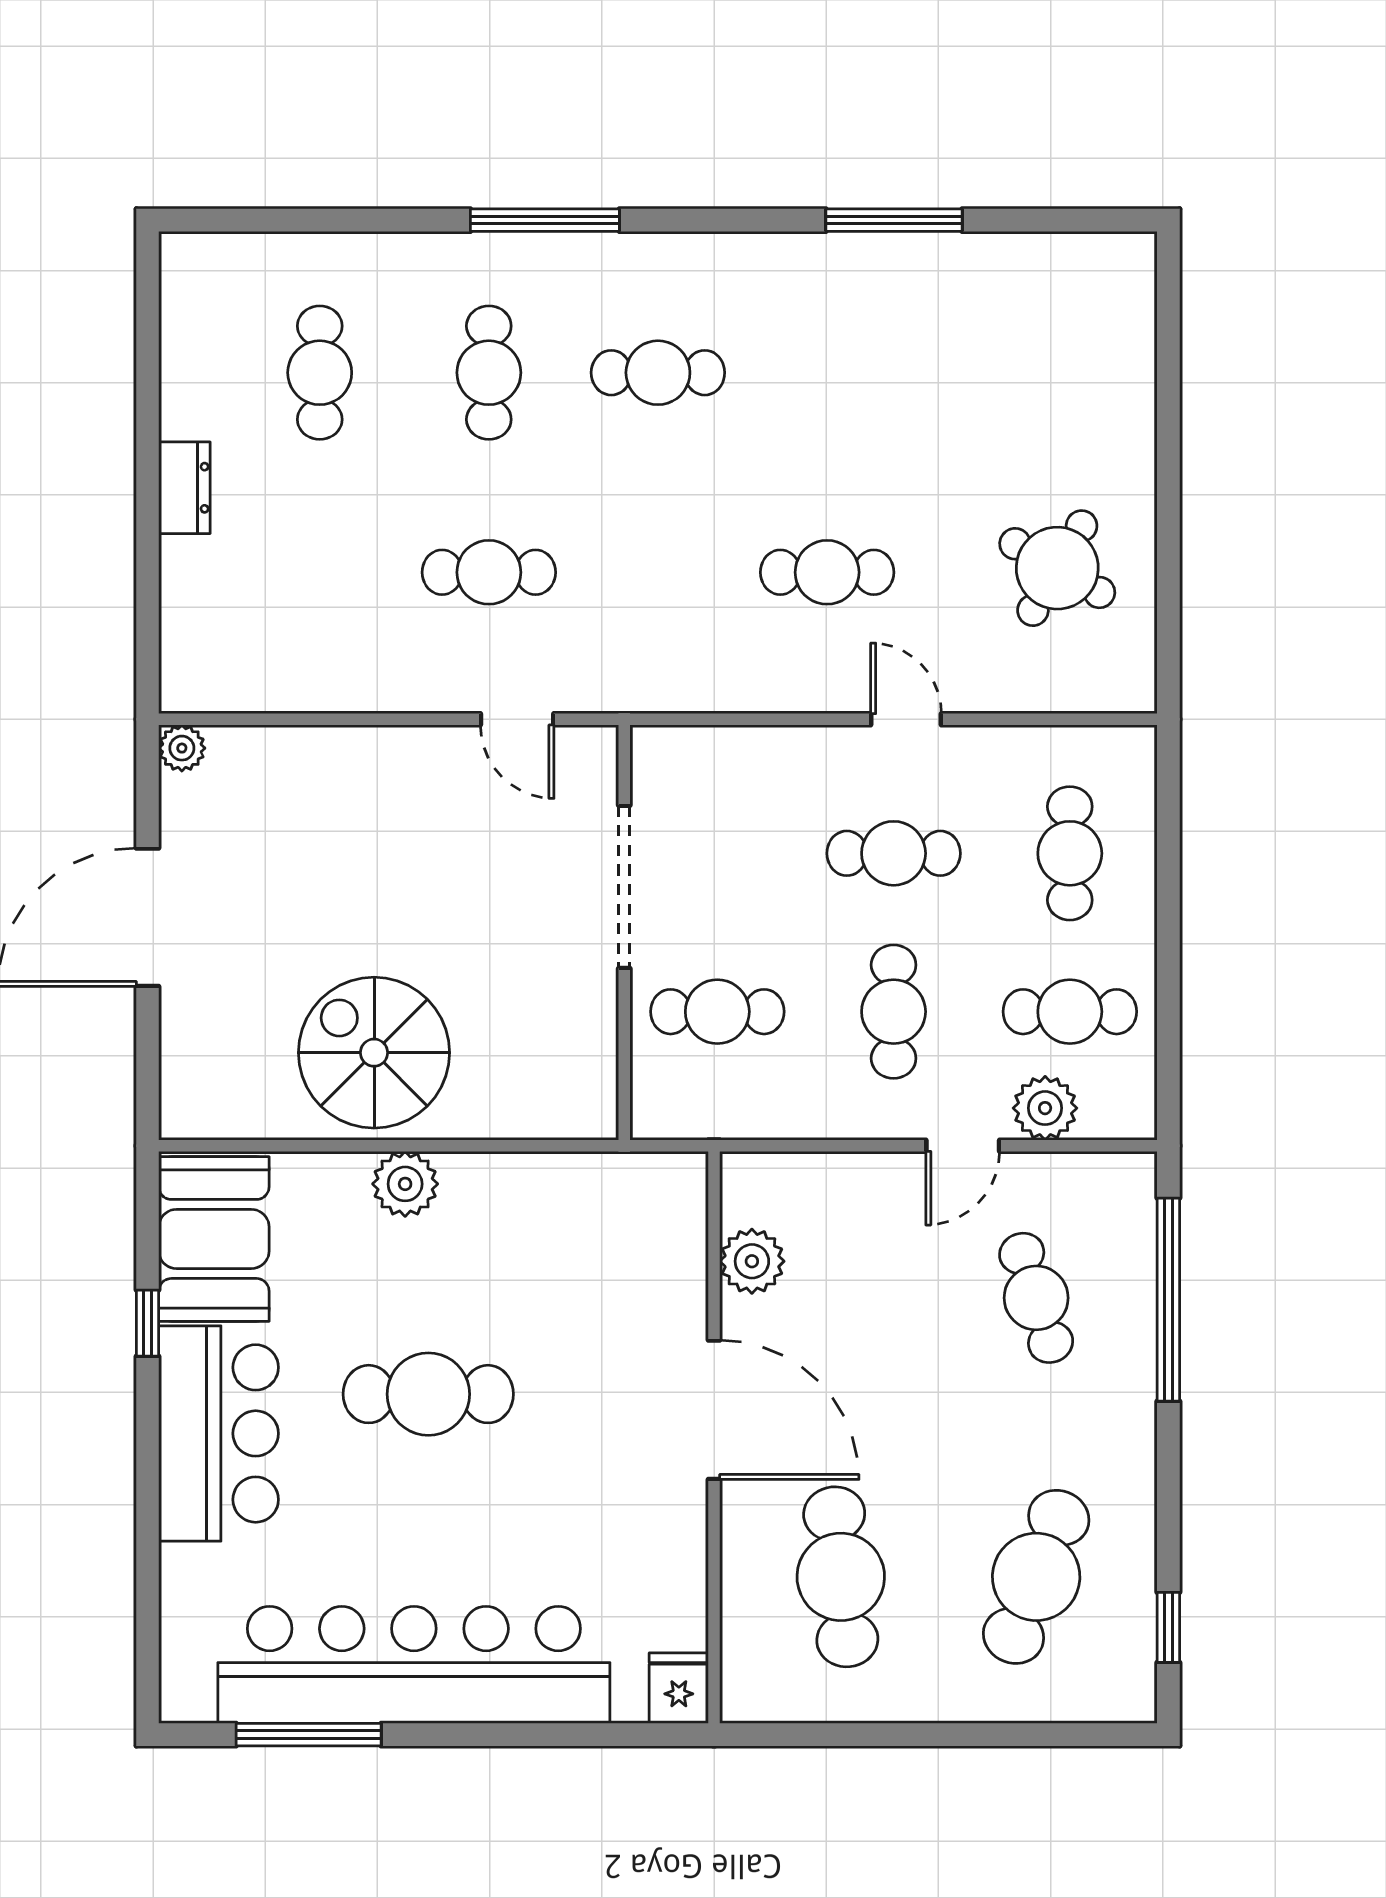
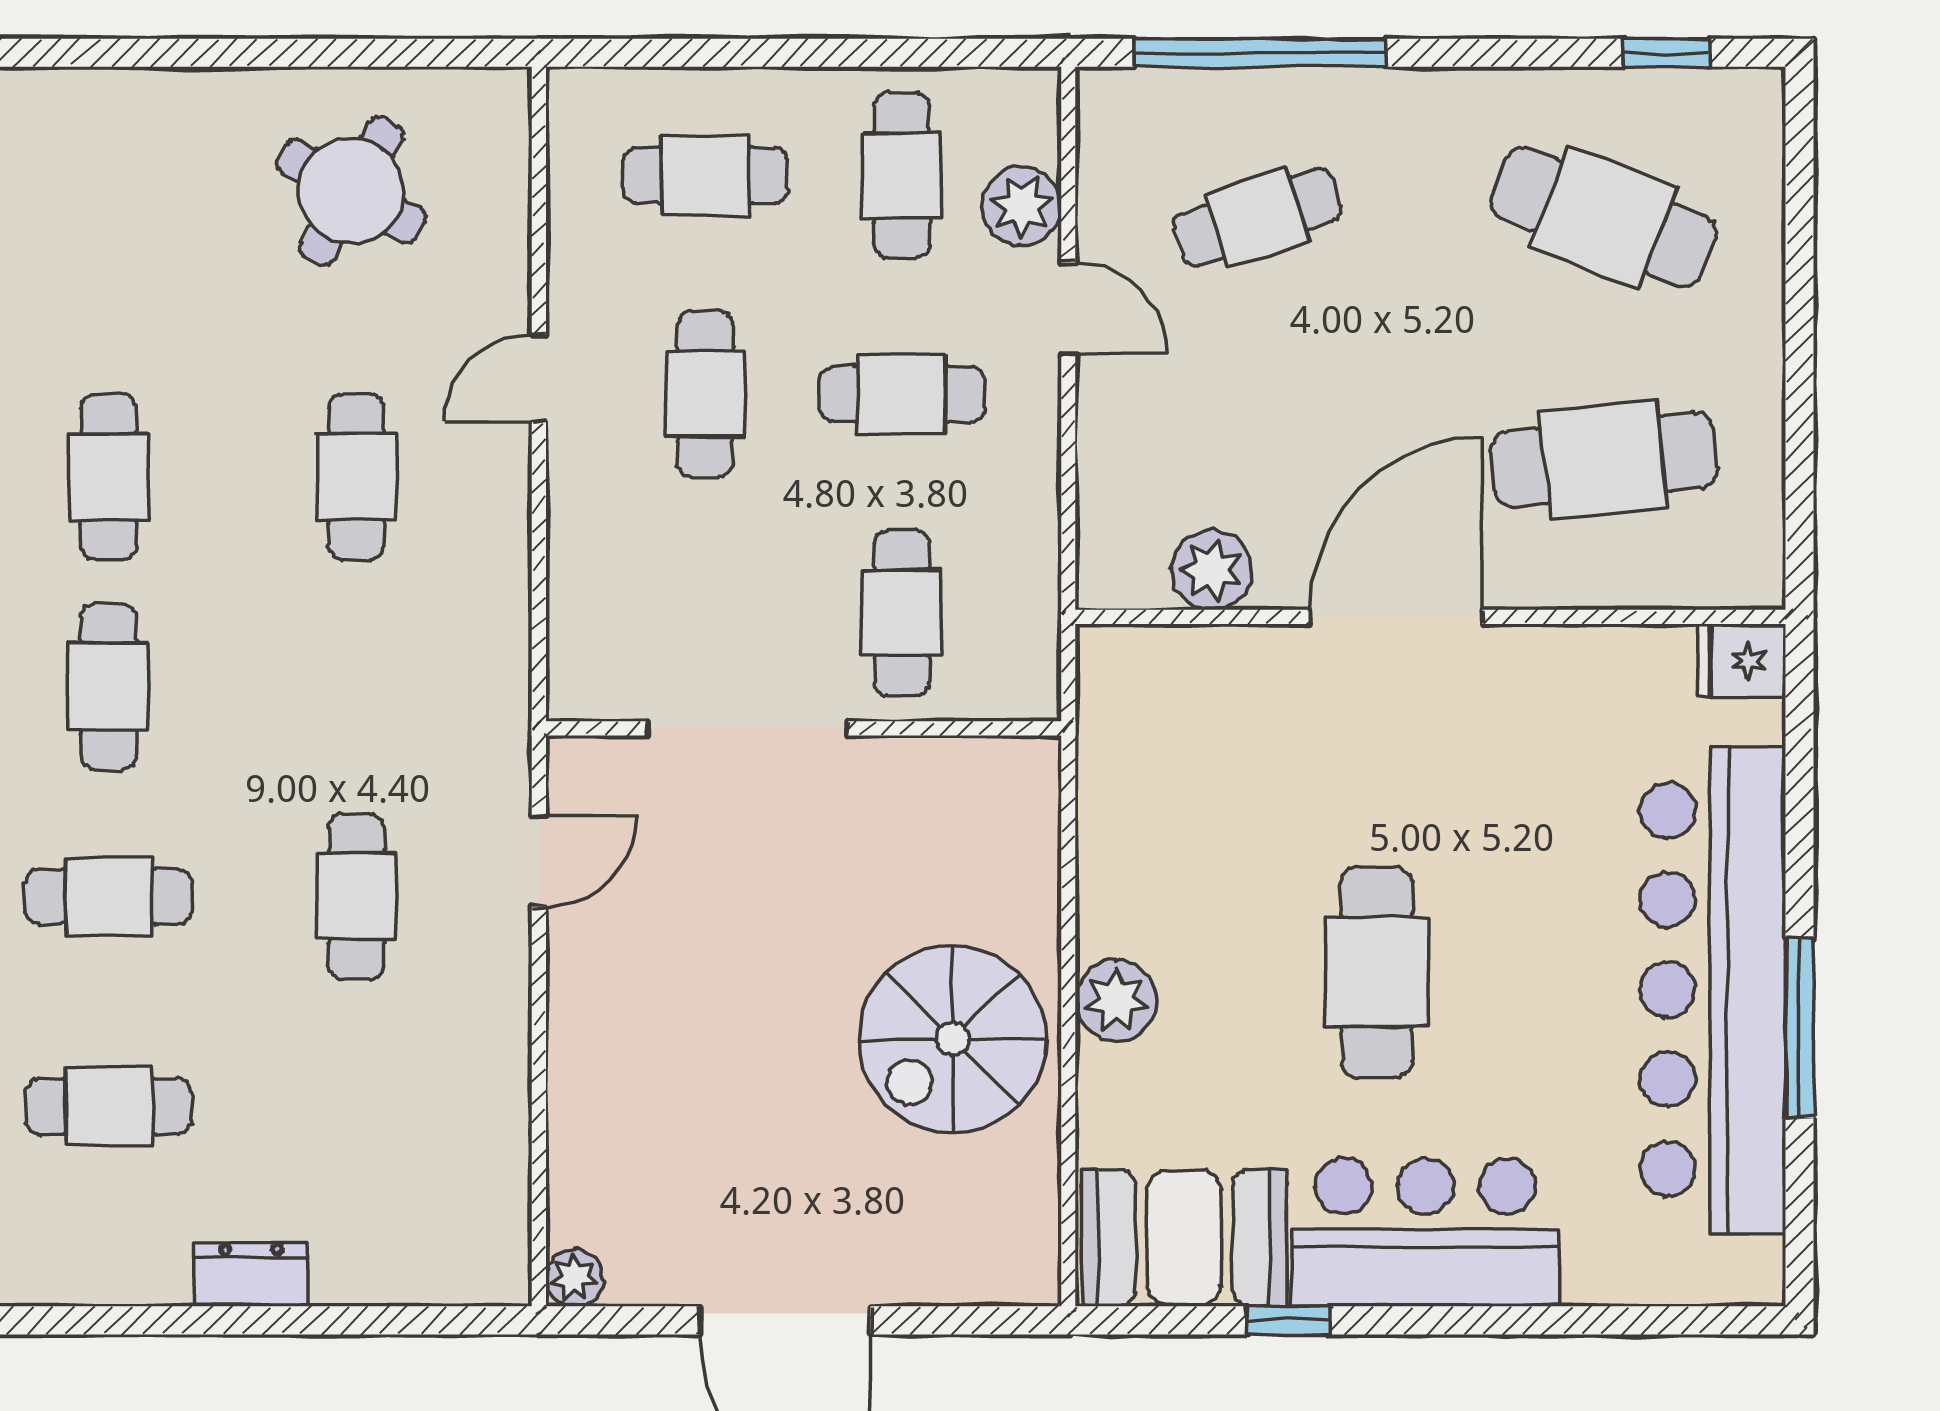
cafe table: (827, 373) -> (109, 477), added
window: (309, 1735) -> (1800, 1028), moved

